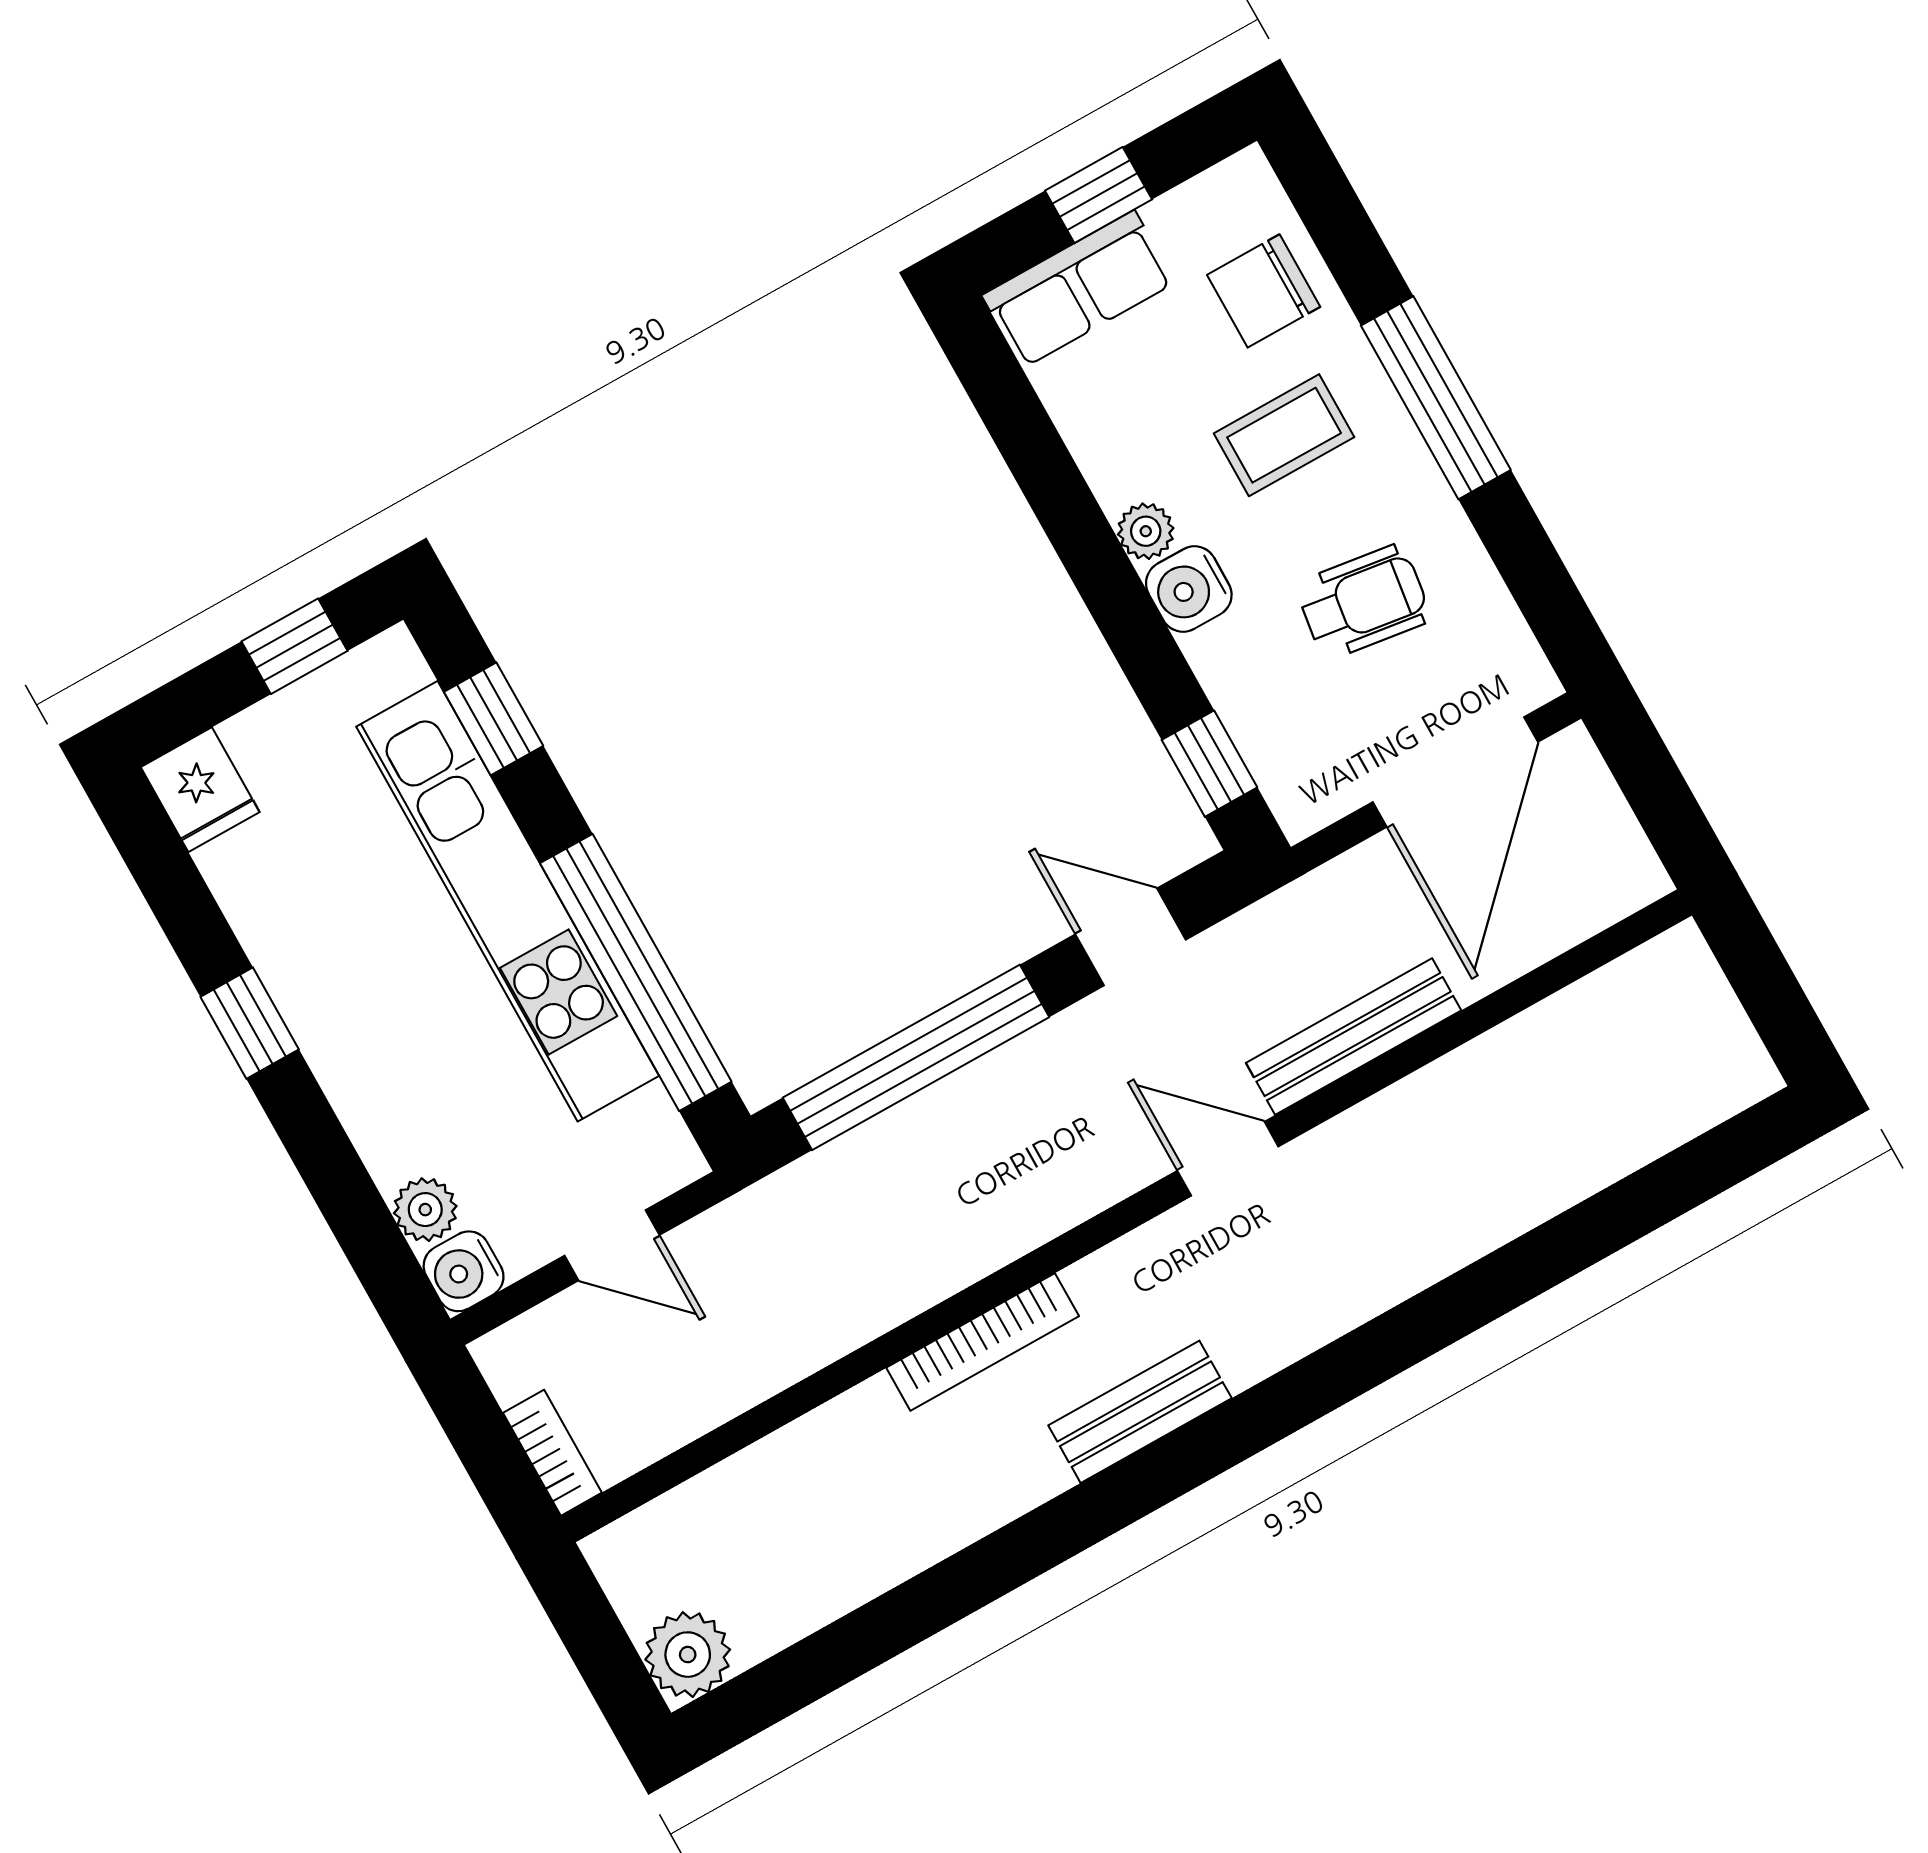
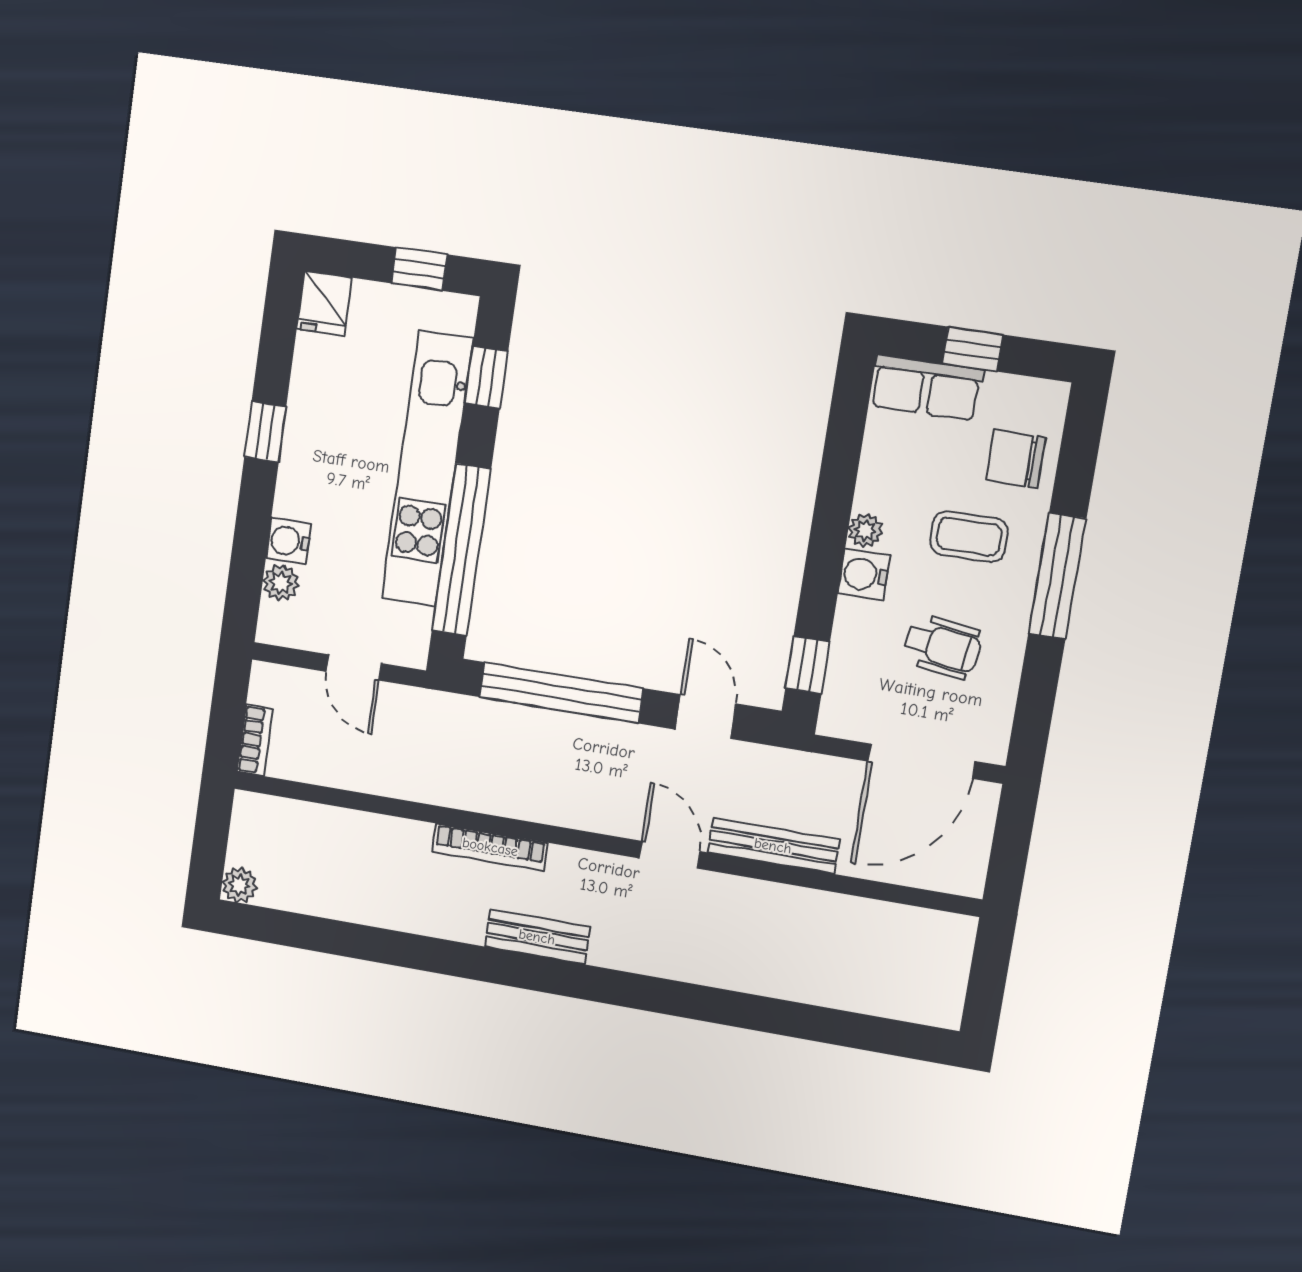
water cooler: (464, 1271) -> (288, 541), moved
plant: (688, 1655) -> (239, 885), width x0.73, depth x0.73

